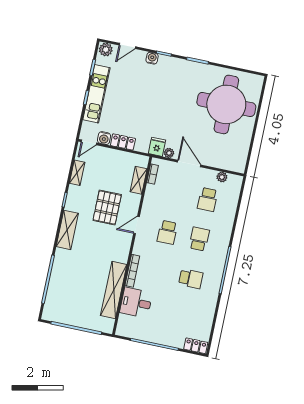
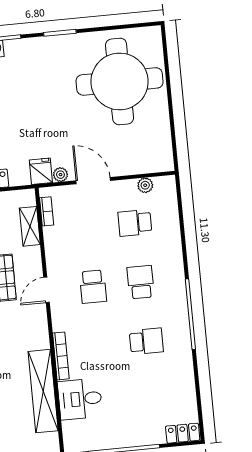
school desk: (208, 199) -> (135, 223), turned 90

